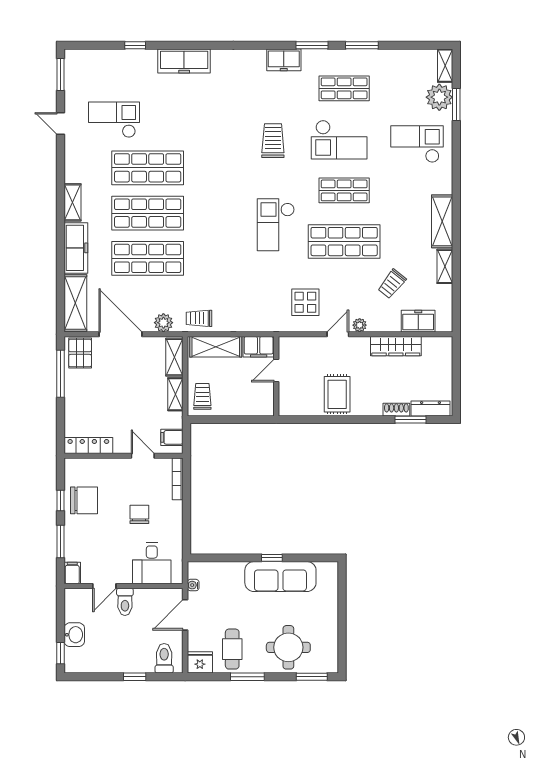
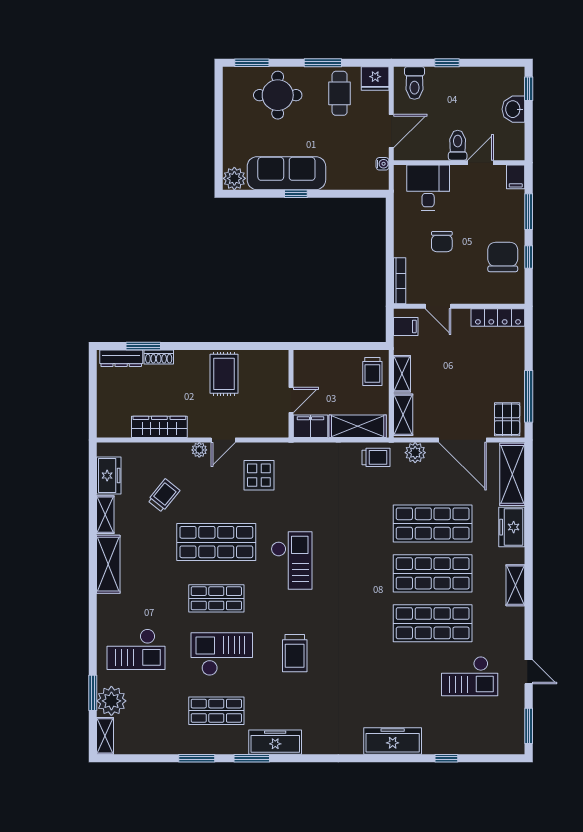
freezer: (284, 60) -> (275, 742), width x1.40
freezer: (76, 248) -> (512, 527), width x0.71
freezer: (418, 321) -> (109, 476), moved, turned -90
chair: (84, 500) -> (503, 257), turned 90
plant: (328, 572) -> (234, 178), added

